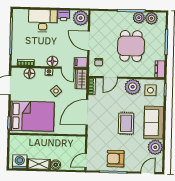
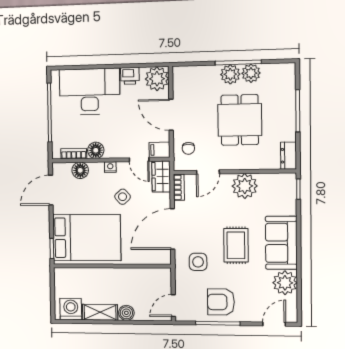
plant: (151, 18) -> (230, 74), moved
desk: (43, 21) -> (90, 92), width x1.36, depth x1.30
floor lamp: (52, 61) -> (96, 150), moved
side table: (150, 90) -> (198, 262), moved

